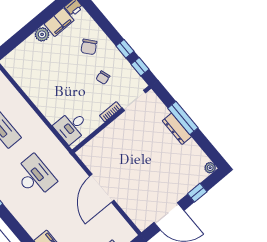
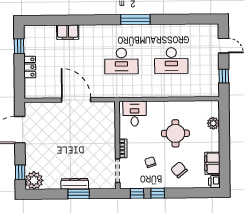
plant: (42, 34) -> (213, 123), moved
round table: (59, 76) -> (175, 133), added
window: (183, 118) -> (79, 194), width x0.69
plant: (210, 168) -> (34, 180), width x1.87, depth x1.87
window: (197, 193) -> (20, 172), moved

